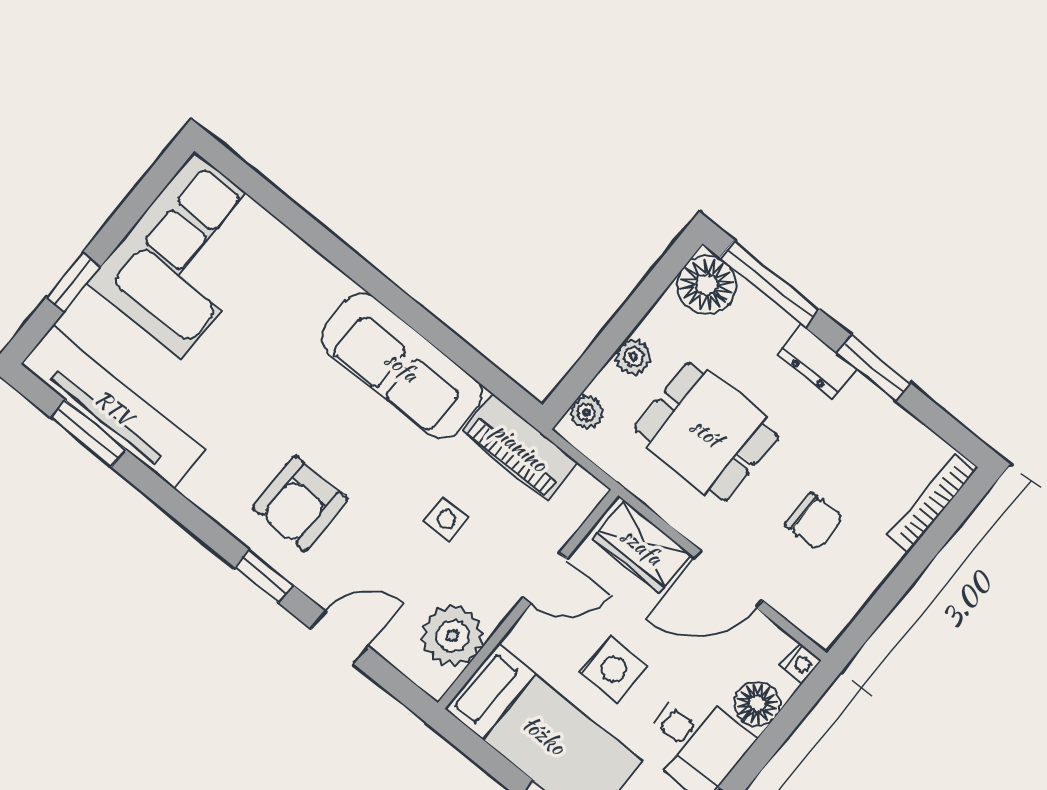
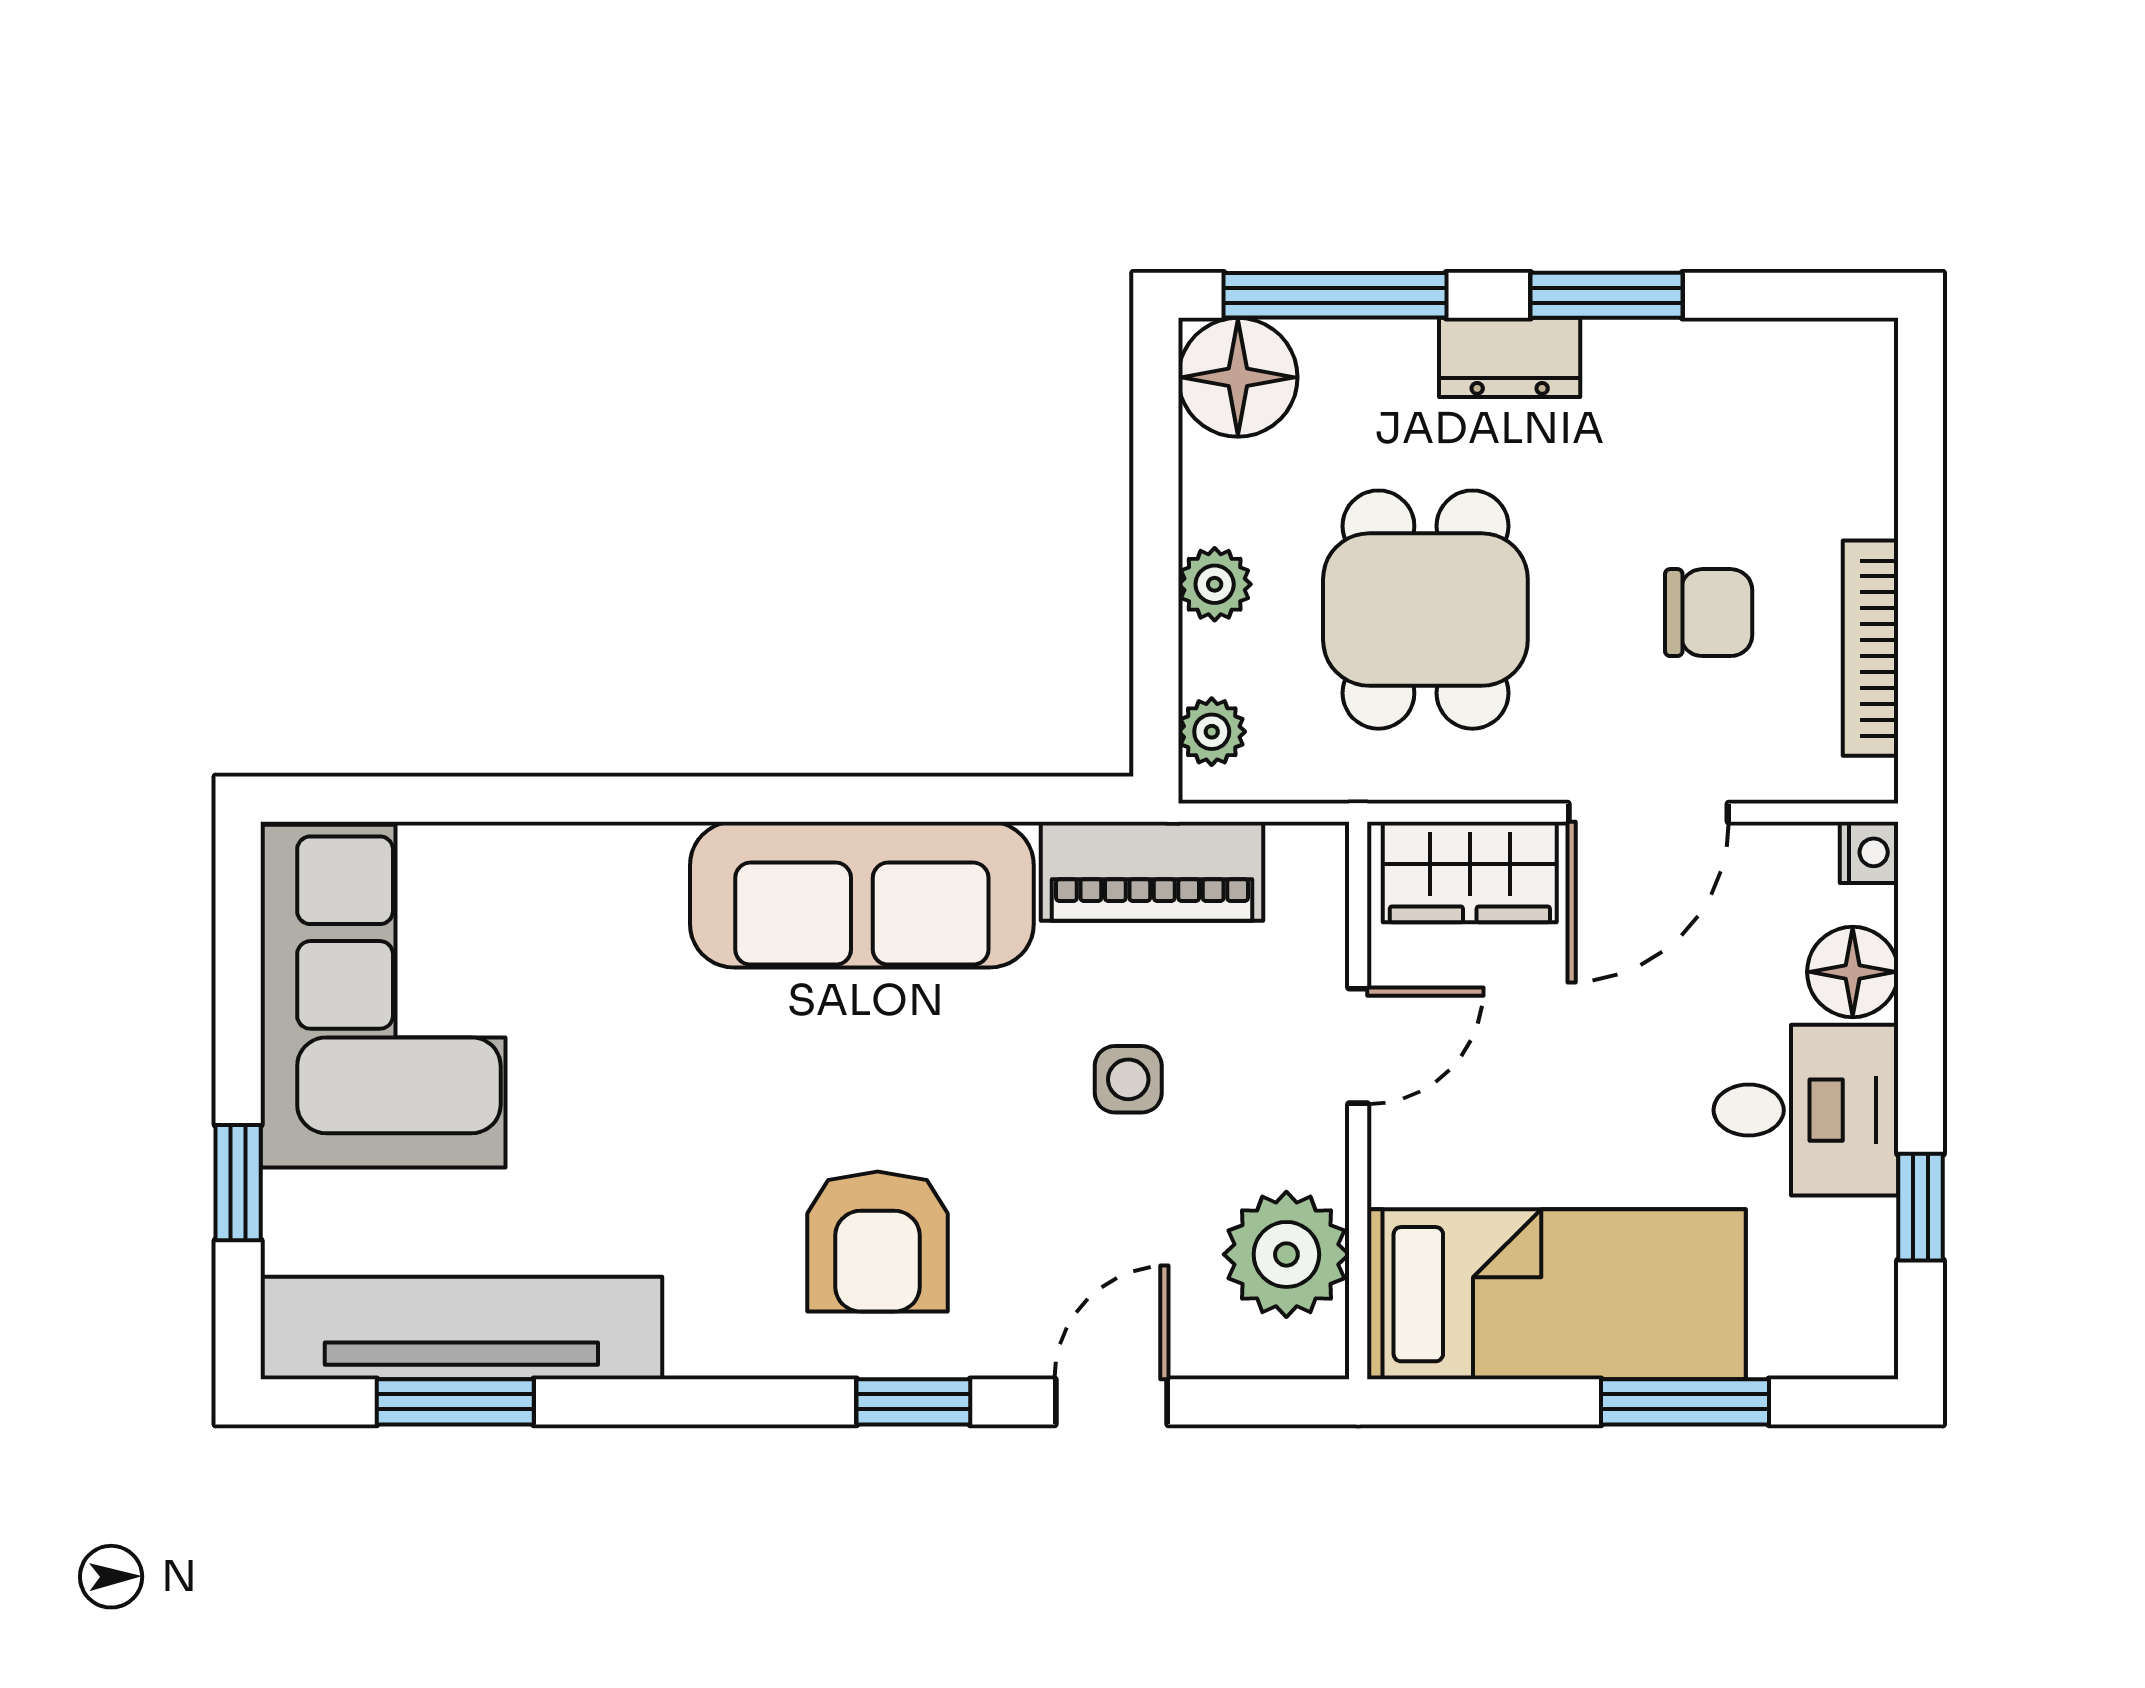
dining table: (706, 432) -> (1425, 610), turned 90
bookcase: (931, 504) -> (1870, 648), moved
side table: (614, 669) -> (1583, 1101), removed

